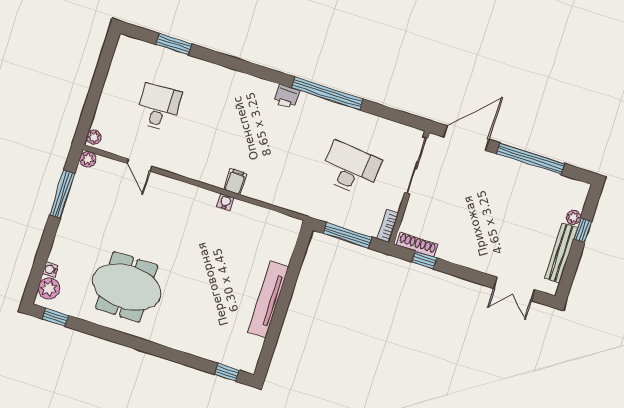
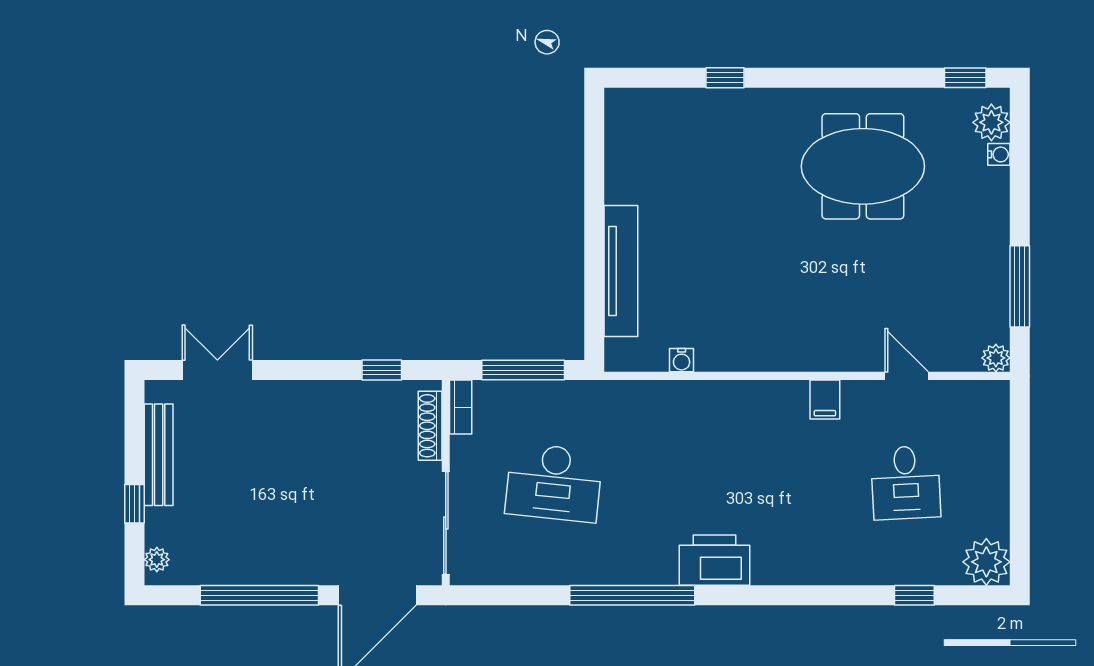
window: (174, 44) -> (914, 595), width x0.67
printer: (287, 97) -> (715, 560), width x1.87, depth x1.48
plant: (94, 137) -> (986, 562), moved, width x1.88, depth x1.88
filing cabinet: (235, 182) -> (825, 399), moved
water cooler: (225, 202) -> (682, 360), moved
plant: (573, 217) -> (157, 560), moved
shoe rack: (417, 245) -> (430, 426), moved, turned 90
tv unit: (268, 299) -> (621, 271), moved
window: (227, 372) -> (725, 78), moved

